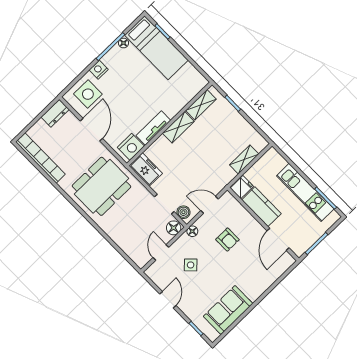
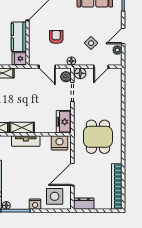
tv unit: (153, 128) -> (26, 141), moved
dining table: (101, 186) -> (98, 137), width x0.73
plant: (161, 282) -> (117, 50), added

